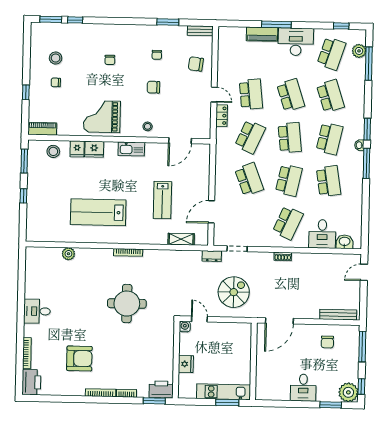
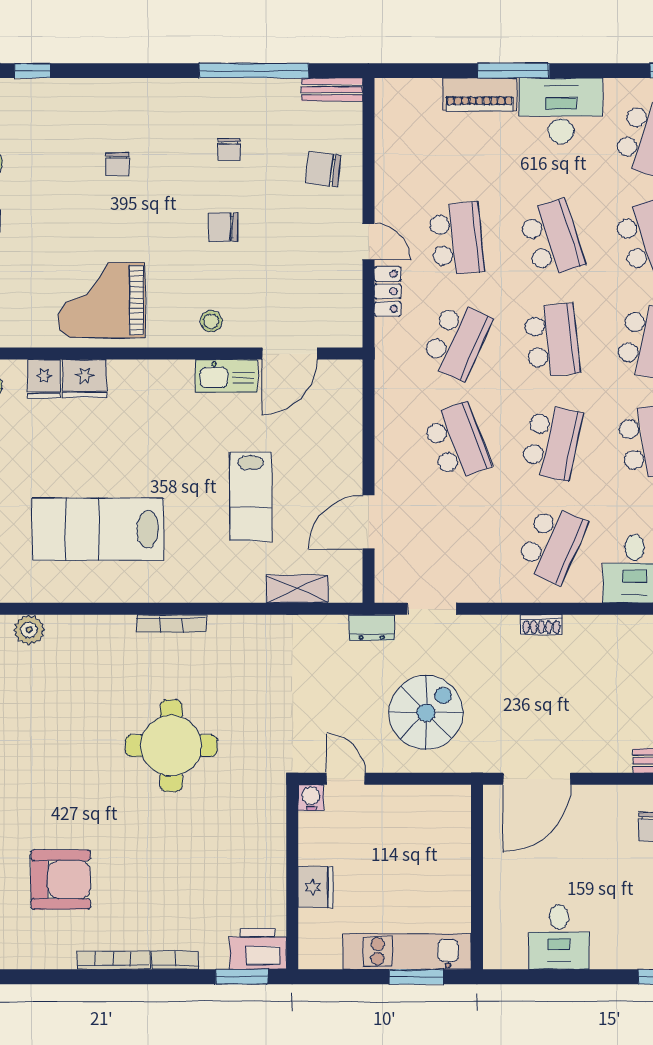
window: (168, 22) -> (254, 71), width x2.11
kitchen sink: (131, 149) -> (226, 376), moved
desk: (303, 388) -> (559, 937), moved

